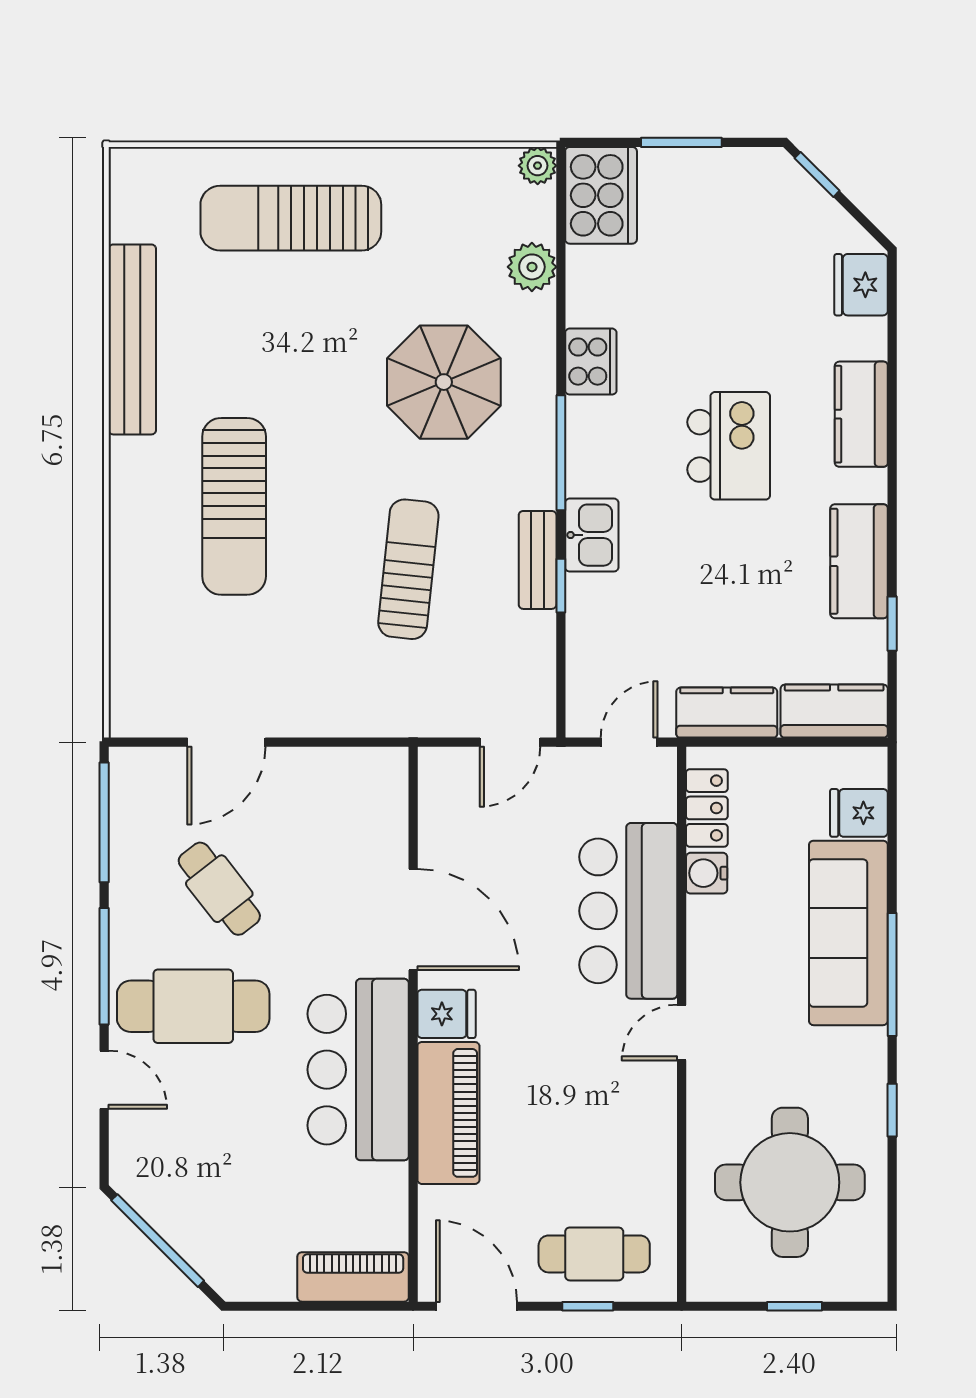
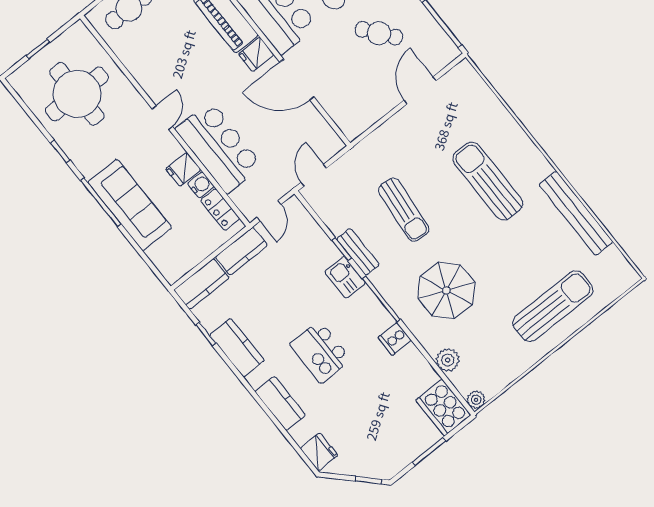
cooker: (591, 362) -> (395, 339), width x0.73
fridge: (859, 813) -> (183, 169), moved, turned 180

